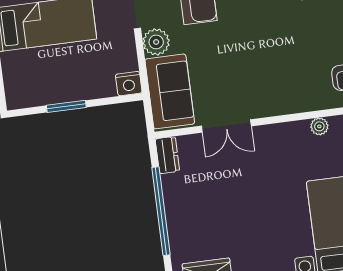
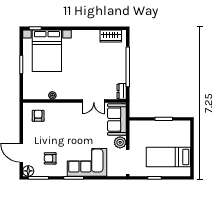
nightstand: (129, 84) -> (135, 125), removed
double door: (226, 126) -> (94, 101), swing flipped

